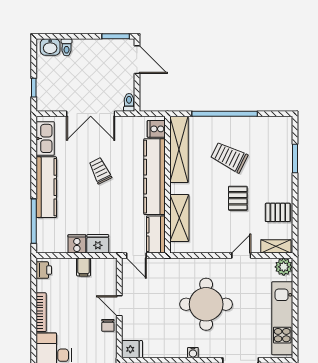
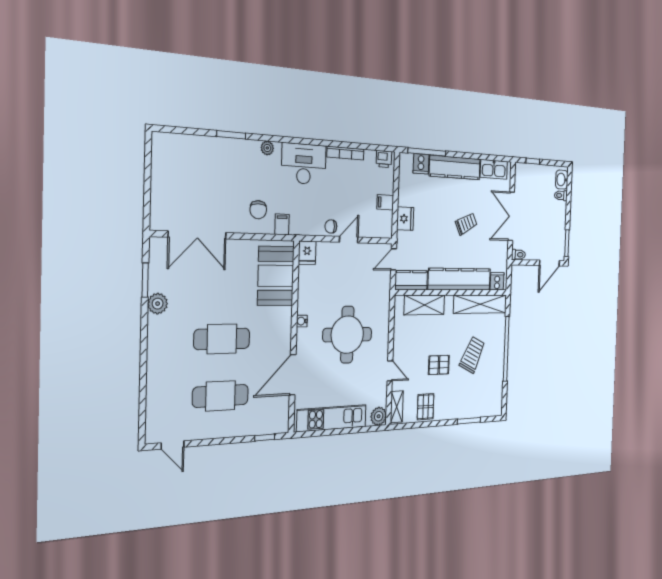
cooker: (77, 244) -> (421, 164), moved, turned 90

